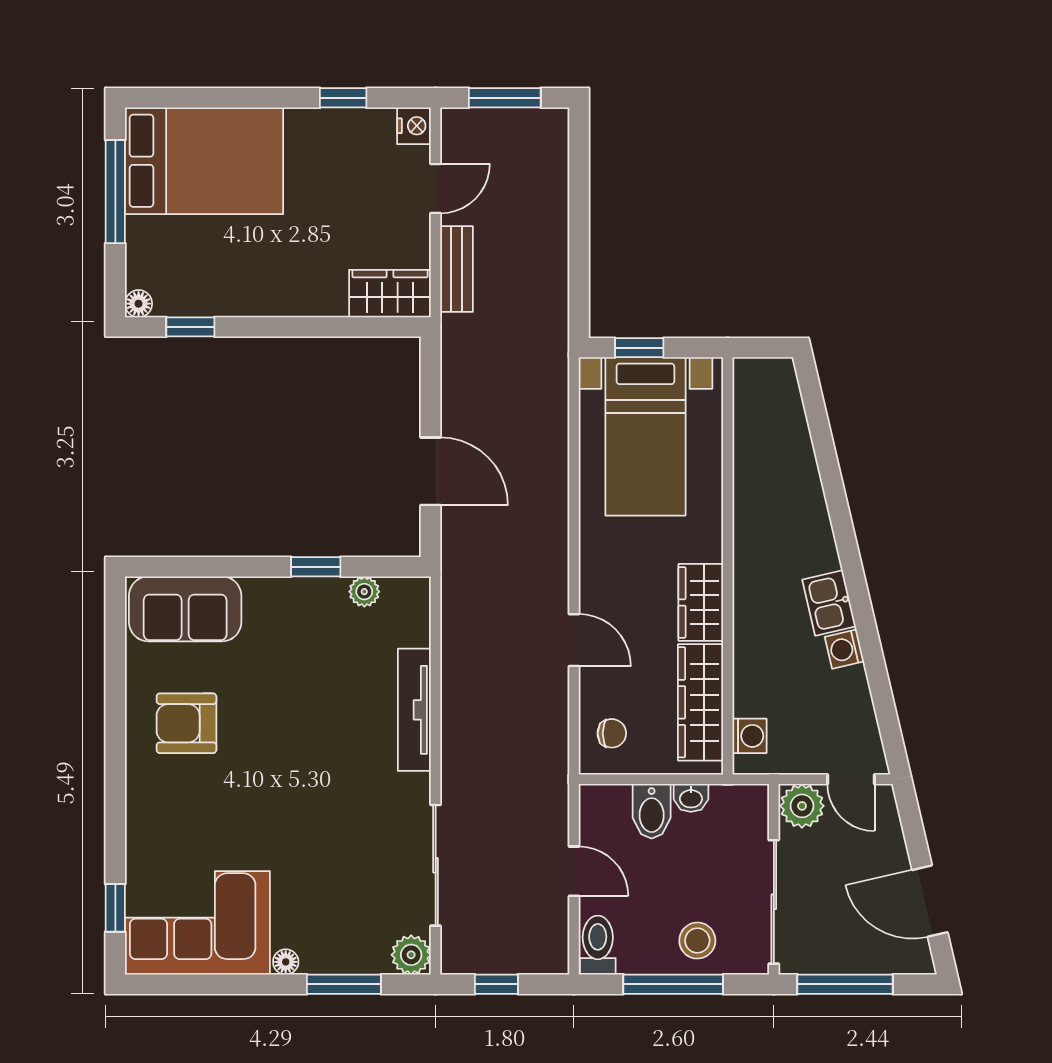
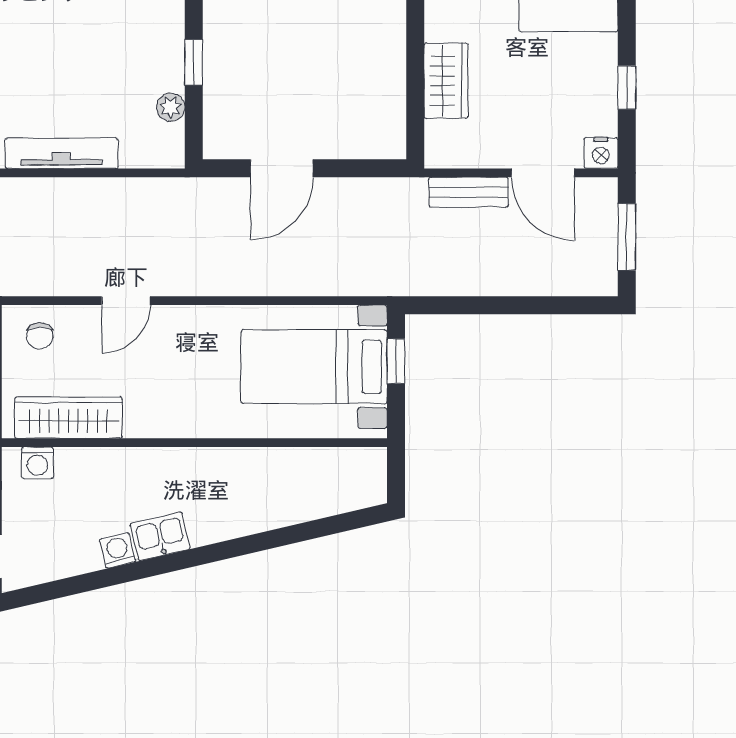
door: (436, 189) -> (543, 173), width x1.38
wardrobe: (390, 294) -> (446, 81), moved
wardrobe: (701, 602) -> (161, 418), removed

